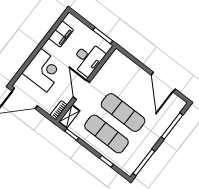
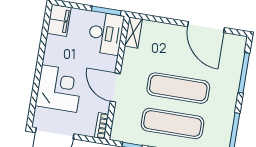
filing cabinet: (61, 34) -> (59, 20), moved
desk: (88, 59) -> (106, 33), moved
shelving: (69, 116) -> (133, 33), moved

